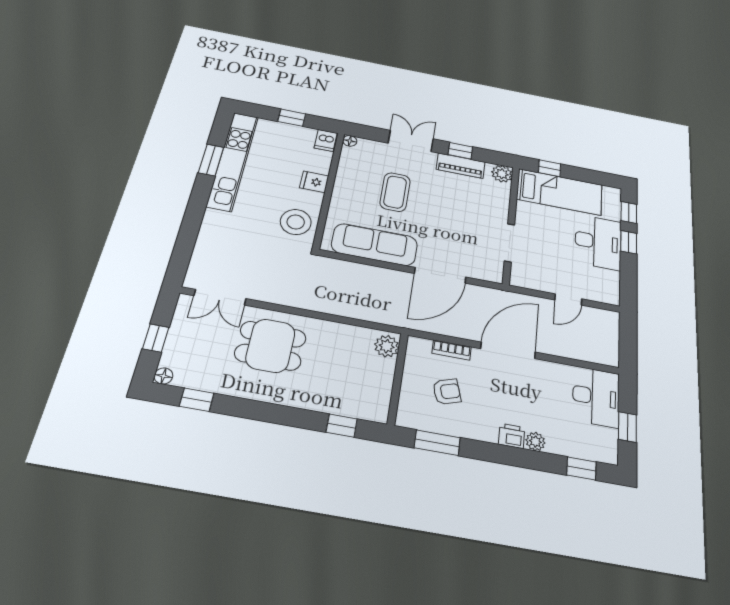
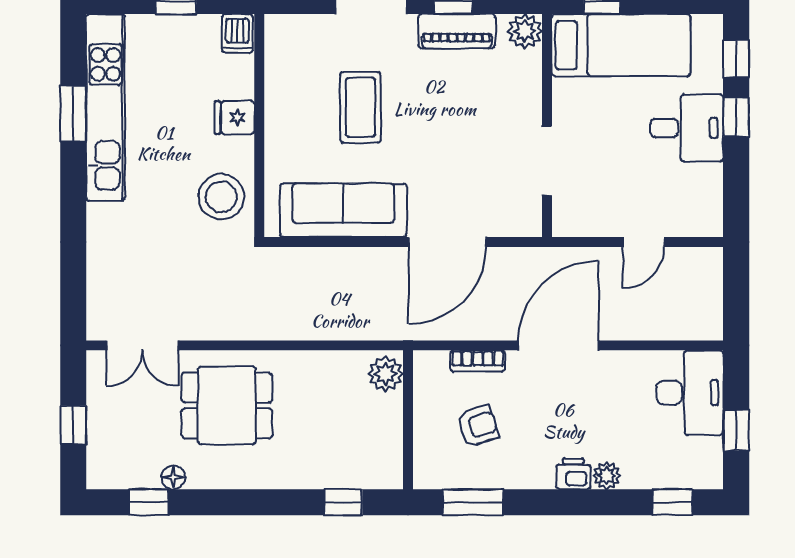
floor lamp: (350, 141) -> (275, 25), removed
desk: (598, 242) -> (687, 128), width x0.73
floor lamp: (163, 376) -> (173, 477), moved

